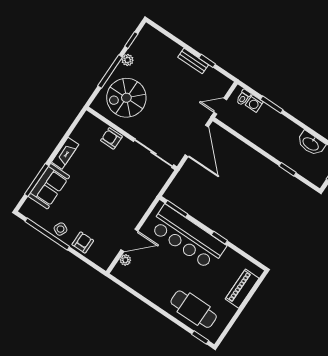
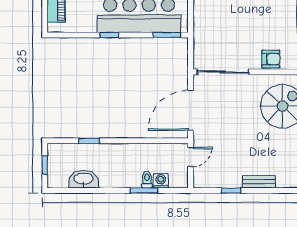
bench: (193, 61) -> (259, 182), moved
toilet: (243, 97) -> (147, 180), moved
door: (197, 141) -> (191, 110), hinge flipped

